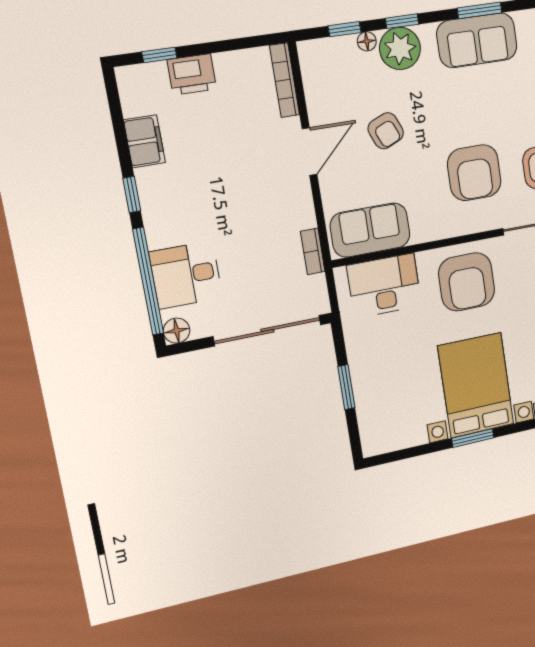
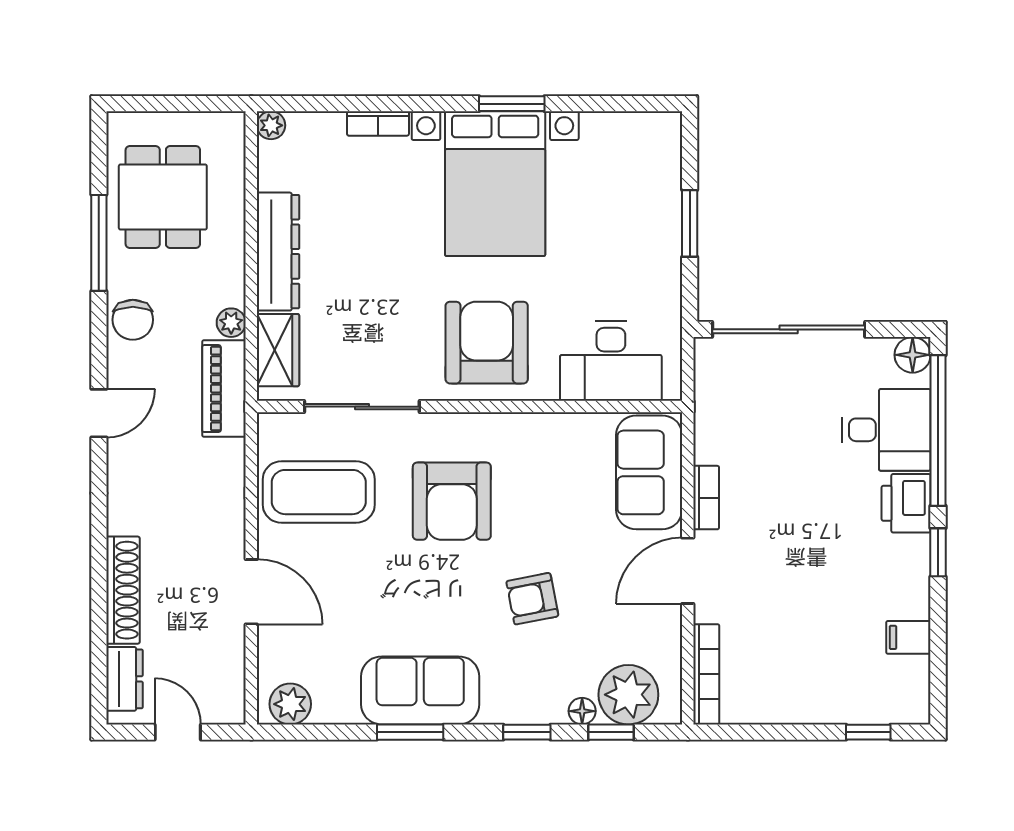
plant: (400, 48) -> (628, 695), moved
printer: (192, 74) -> (906, 503), moved, turned -90
armchair: (386, 131) -> (532, 599), moved, turned -78
filing cabinet: (144, 141) -> (908, 637), width x0.50
armchair: (474, 173) -> (452, 501), turned 180
sofa: (370, 230) -> (649, 472), moved, turned 90
bookcase: (313, 251) -> (706, 498), moved

